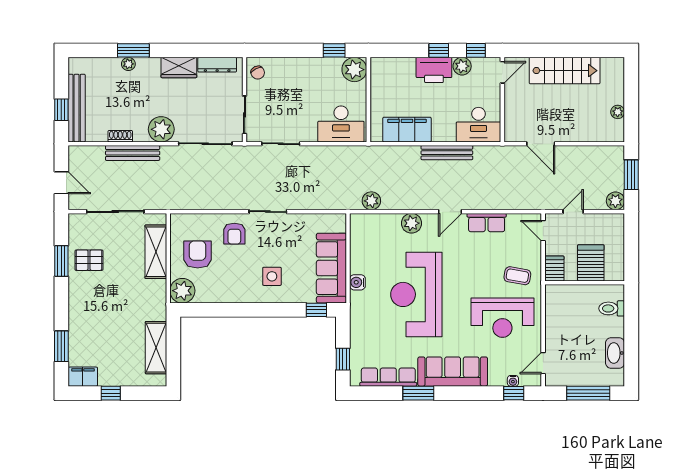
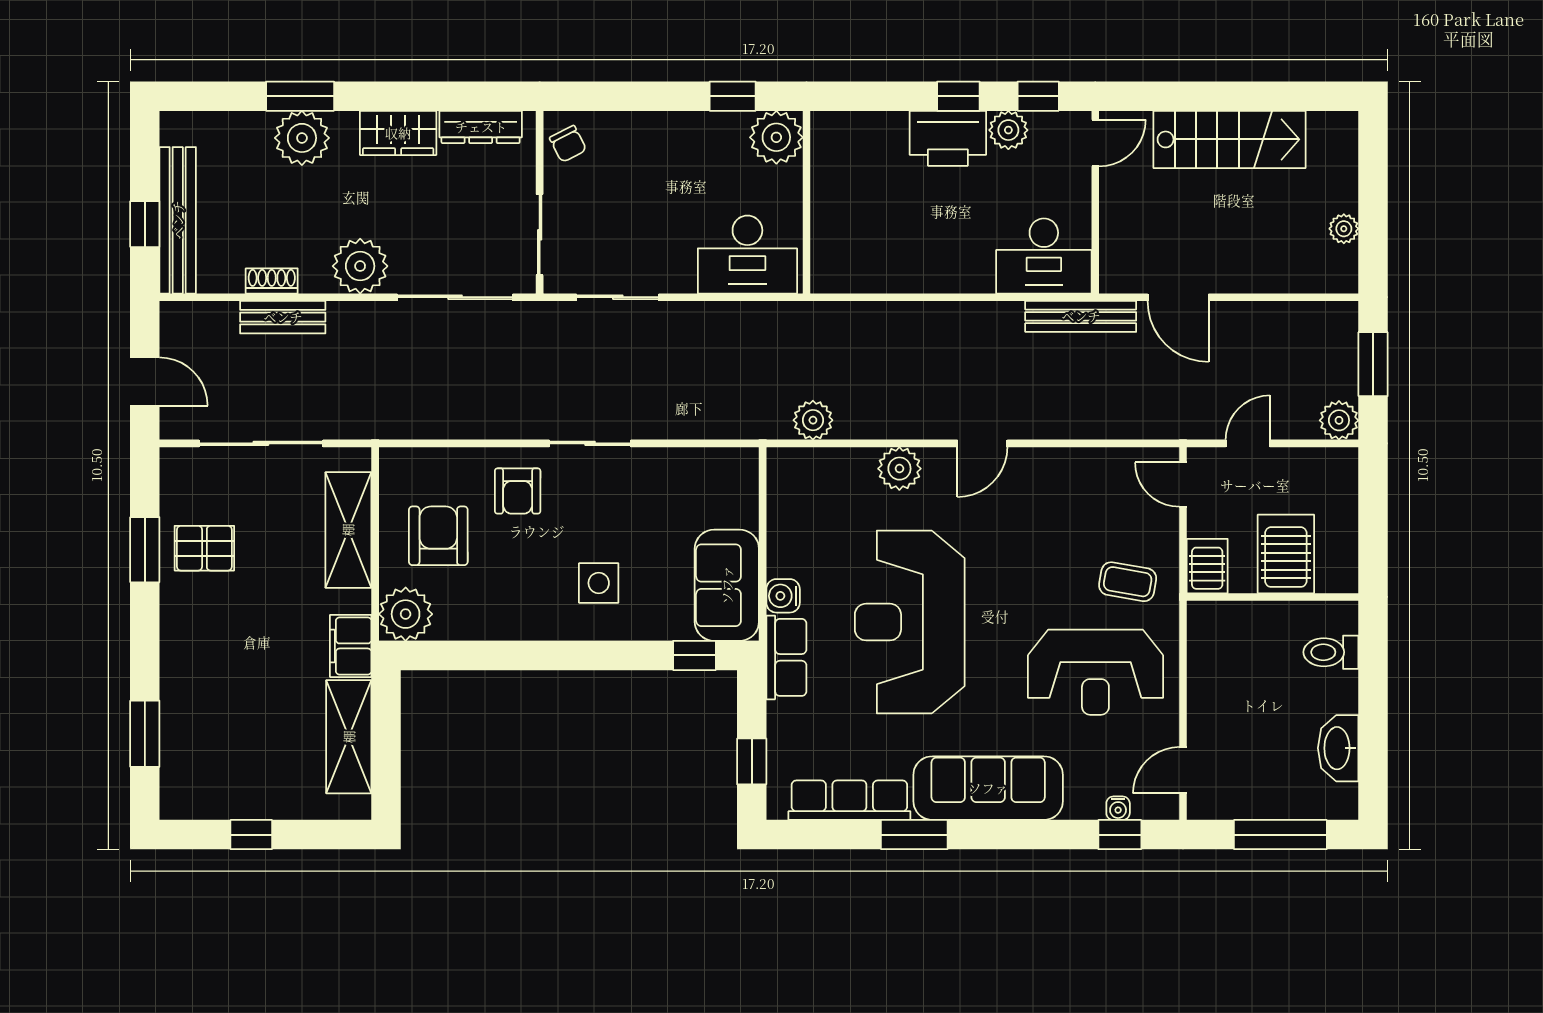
plant: (128, 64) -> (302, 138), width x1.88, depth x1.88
filing cabinet: (407, 130) -> (890, 267), removed
bench: (133, 153) -> (283, 317), width x0.73
bench: (447, 153) -> (1081, 316), moved
row of seats: (487, 223) -> (786, 657), moved, turned -90
sofa: (331, 268) -> (727, 585), width x0.73
filing cabinet: (83, 377) -> (351, 646), moved, turned -90

